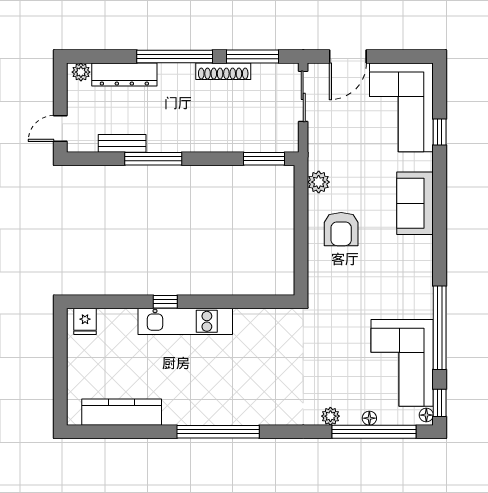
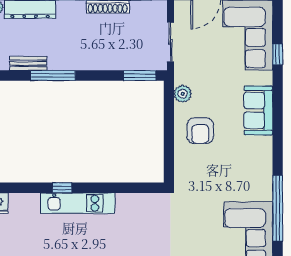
sliding door: (303, 96) -> (171, 42), moved

